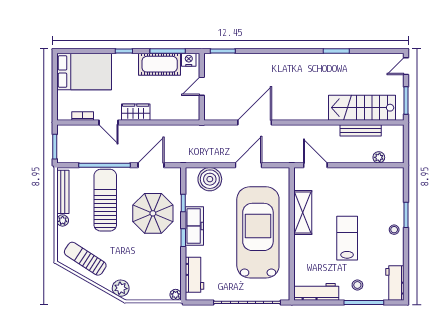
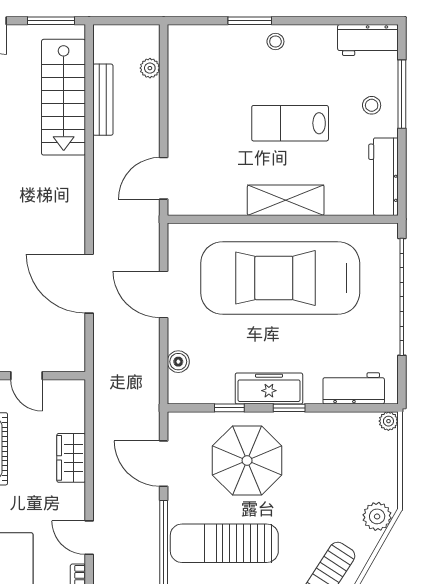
wardrobe: (136, 112) -> (71, 458), moved
door: (108, 122) -> (89, 538), swing flipped
boiler: (210, 179) -> (178, 362), width x0.54, depth x0.54
shelving: (303, 213) -> (286, 200), moved

